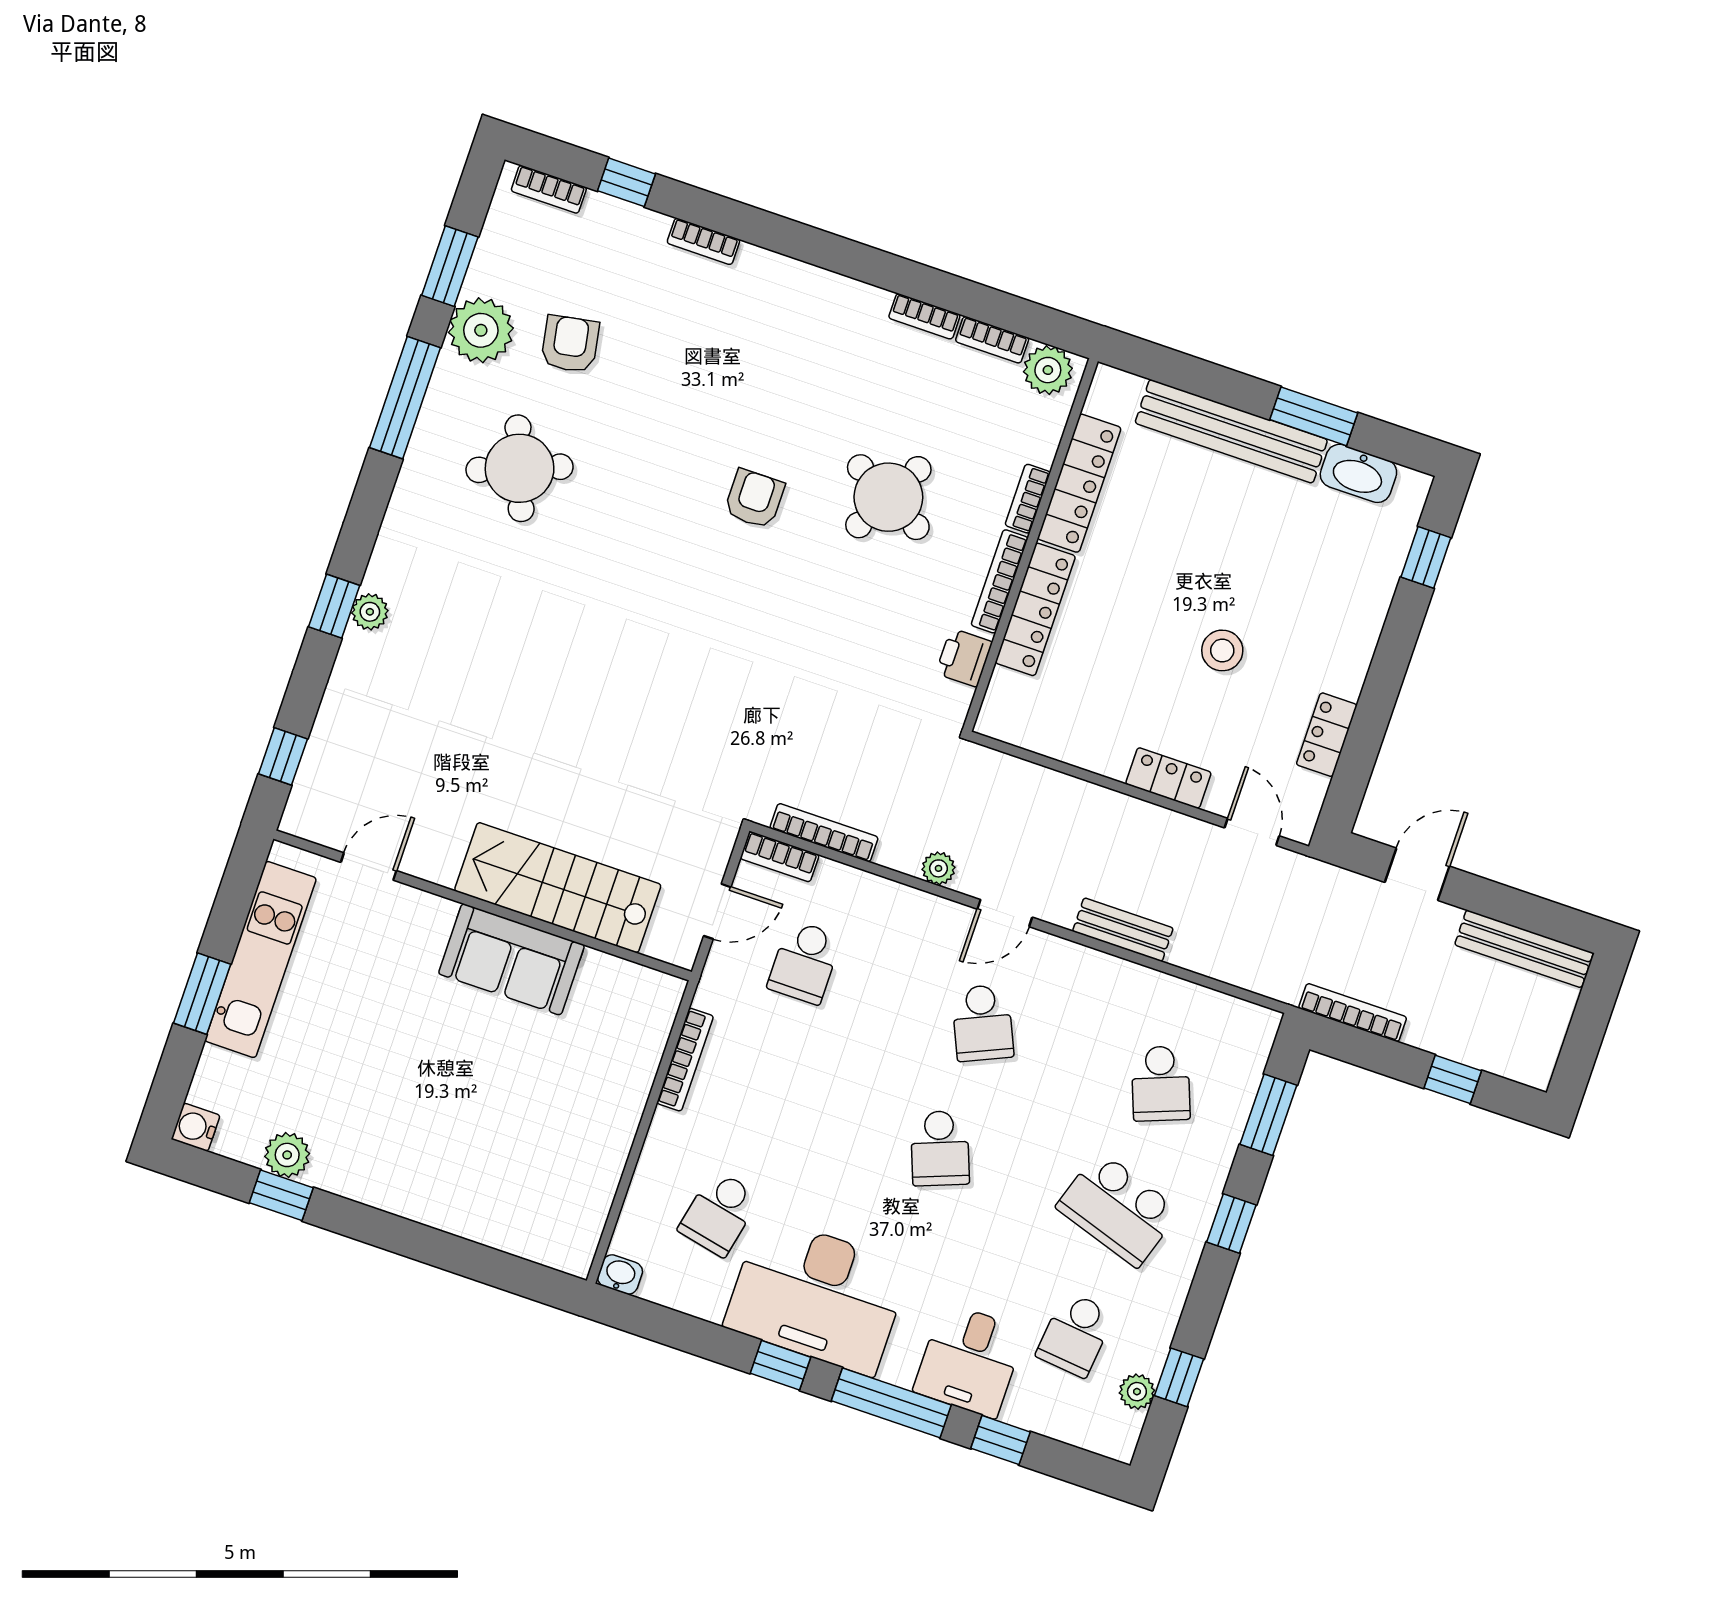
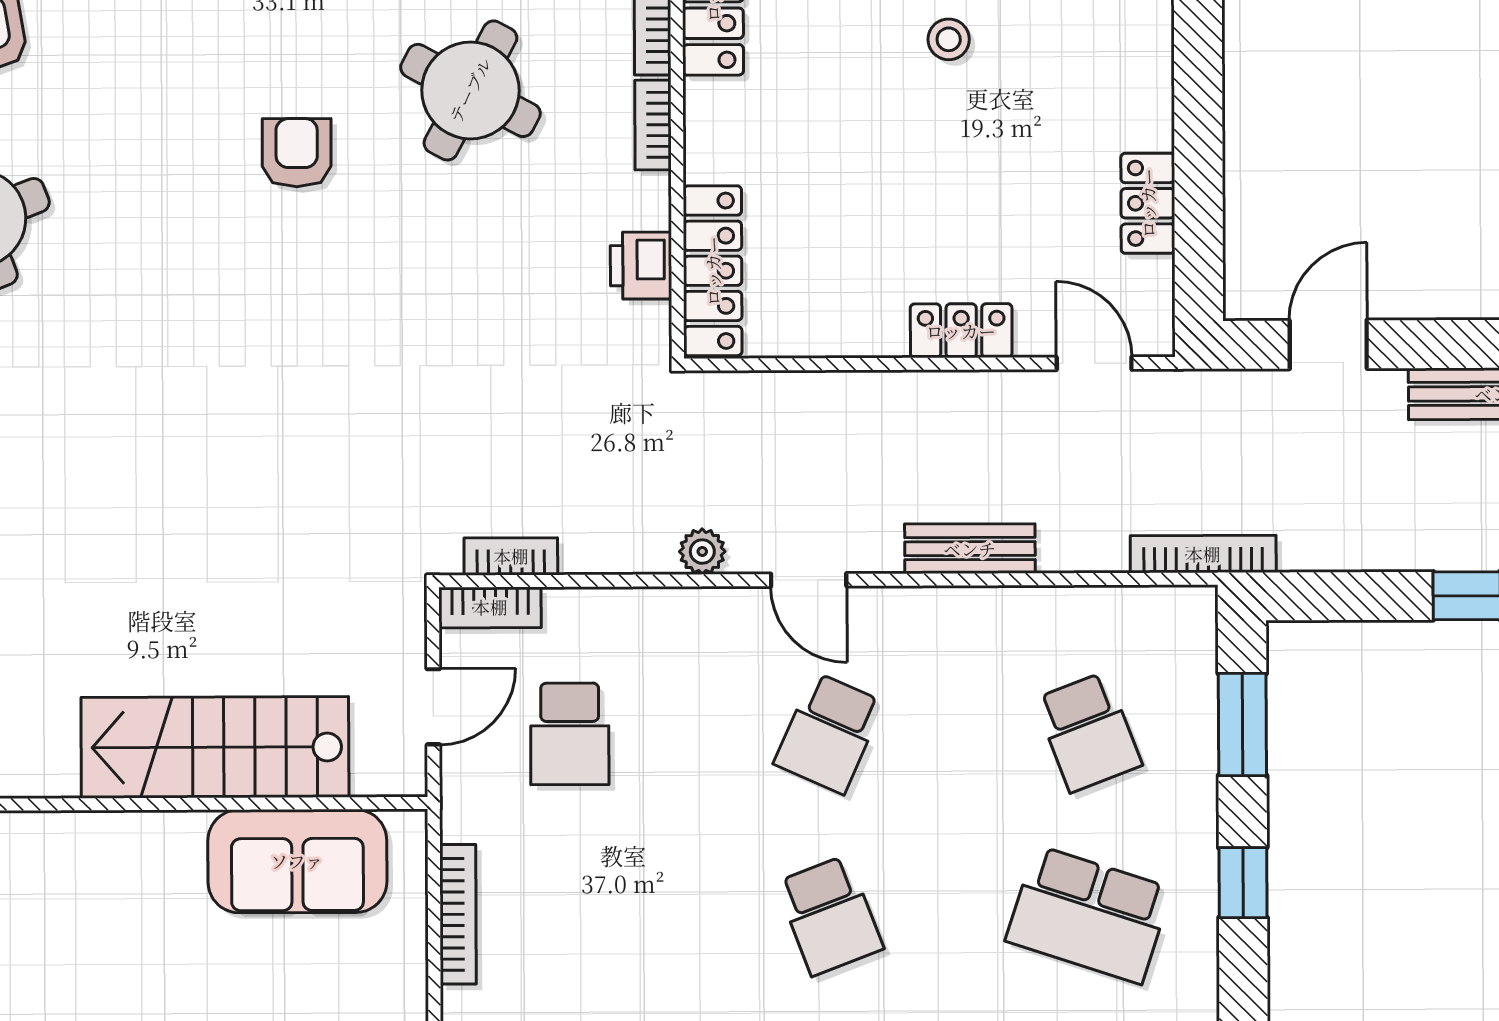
bookcase: (1000, 581) -> (653, 125), width x0.64
locker: (1035, 609) -> (713, 271), moved
stool: (1222, 650) -> (949, 39), moved, width x0.73, depth x0.73
bookcase: (824, 833) -> (511, 556), width x0.64
door: (1005, 913) -> (809, 580), hinge flipped
sofa: (511, 959) -> (297, 861), moved
bookcase: (1353, 1013) -> (1203, 554), moved
school desk: (983, 1023) -> (829, 733), turned 48

